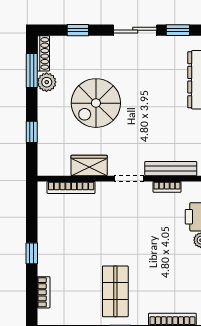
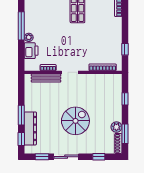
spiral stairs: (96, 103) -> (75, 121), moved
wardrobe: (89, 165) -> (92, 80), removed
window: (32, 253) -> (125, 49), moved

